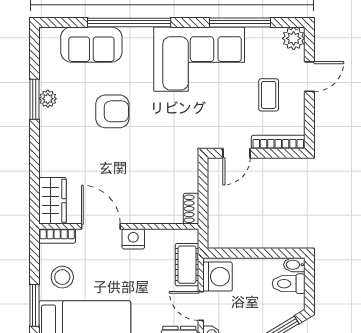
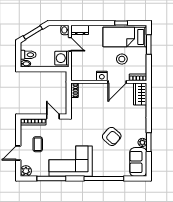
sofa: (91, 45) -> (138, 162), moved, turned -90
armchair: (112, 111) -> (112, 136), turned -138
door: (236, 153) -> (53, 117), hinge flipped
door: (101, 226) -> (117, 82), hinge flipped
cot: (187, 265) -> (76, 64), removed
stool: (62, 277) -> (122, 59), moved

